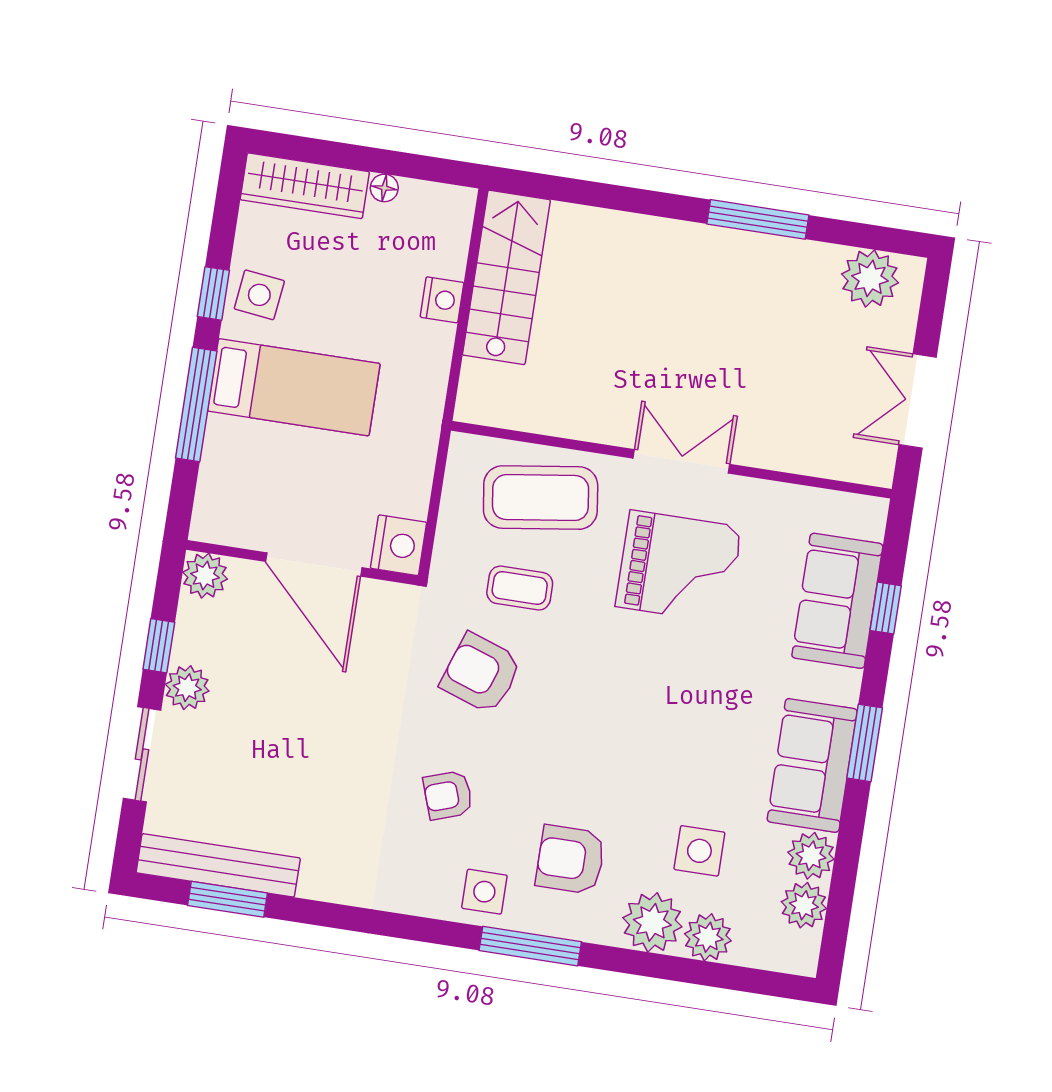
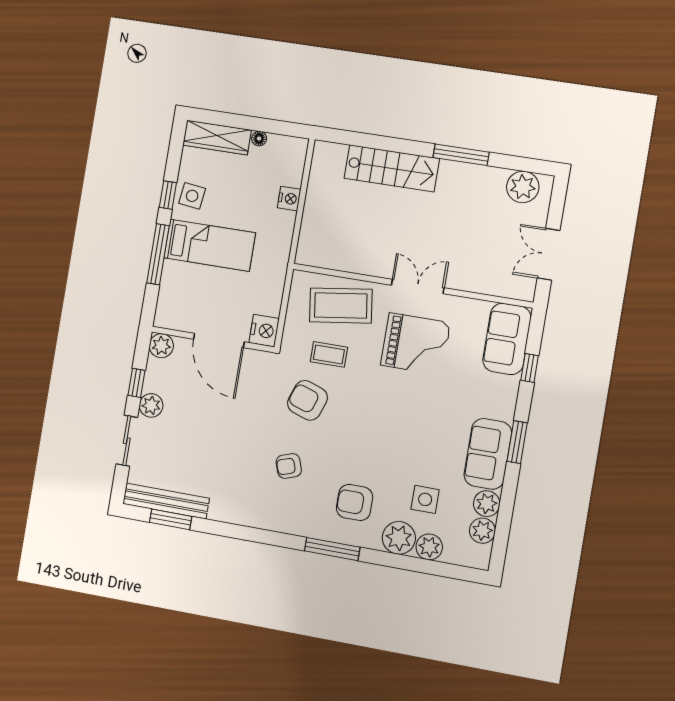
stairs: (506, 277) -> (392, 168), moved, turned 90
sofa: (837, 601) -> (507, 339), moved
side table: (484, 892) -> (308, 519), removed

